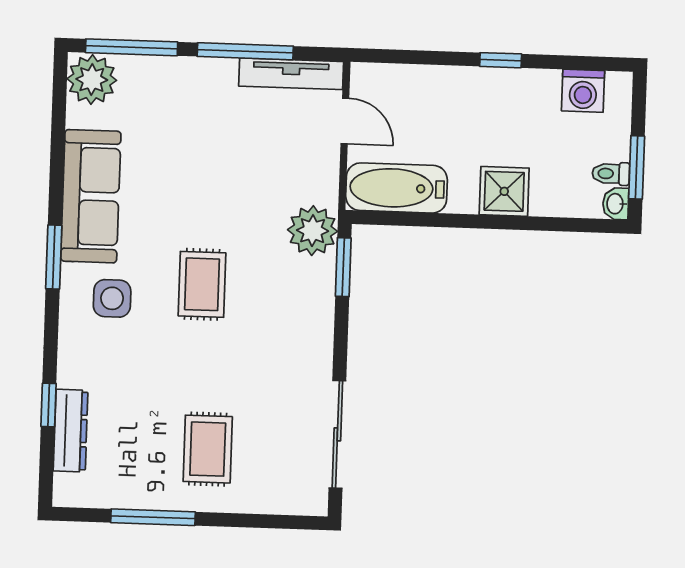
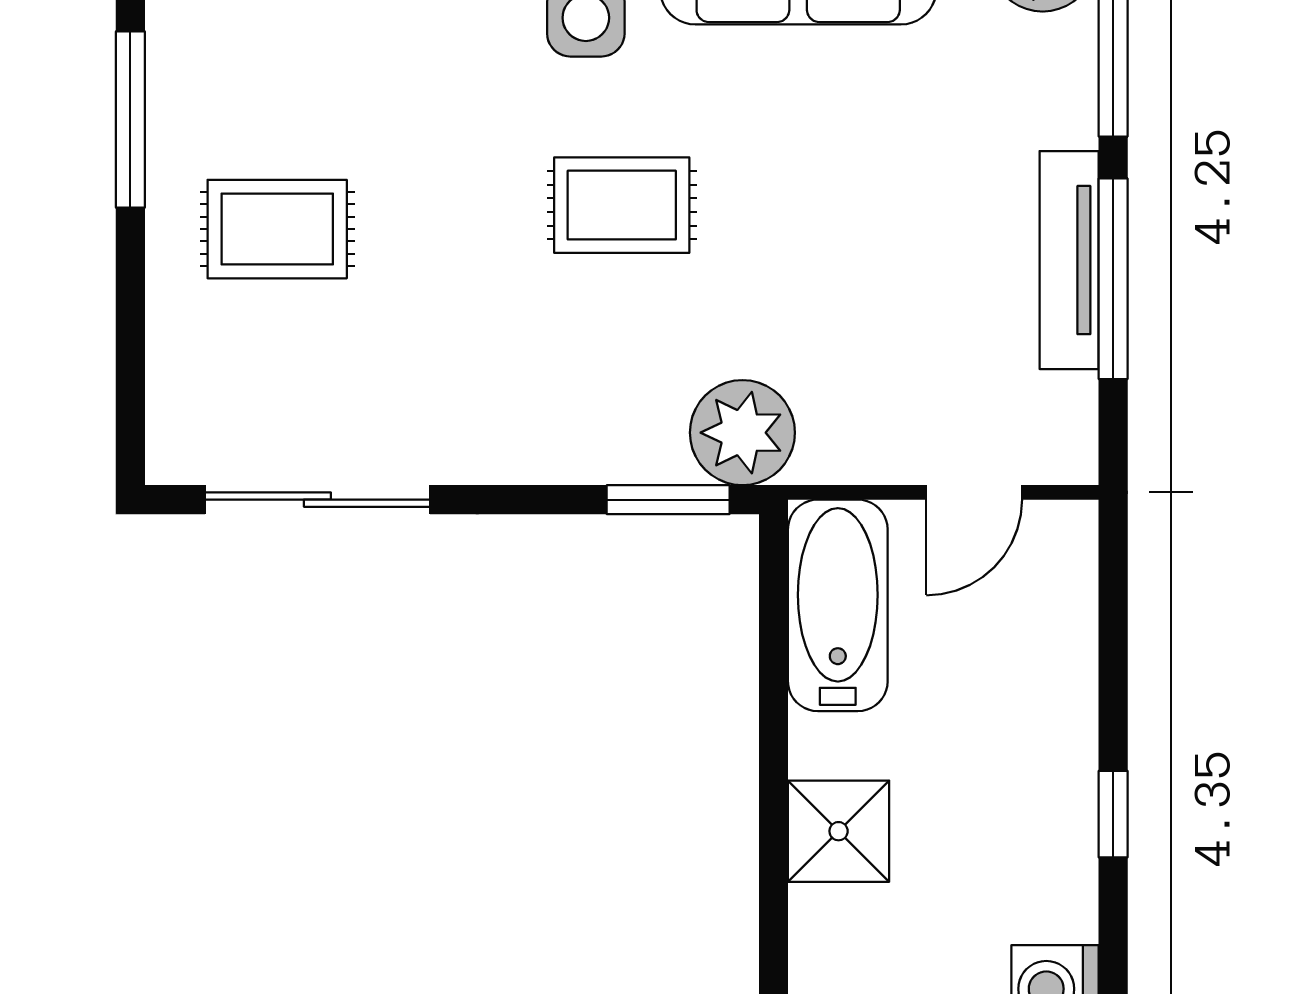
tv unit: (291, 74) -> (1069, 260), moved

